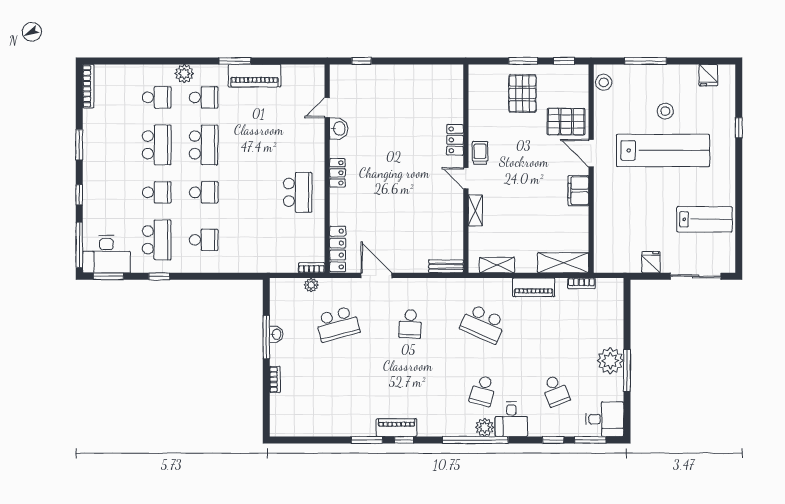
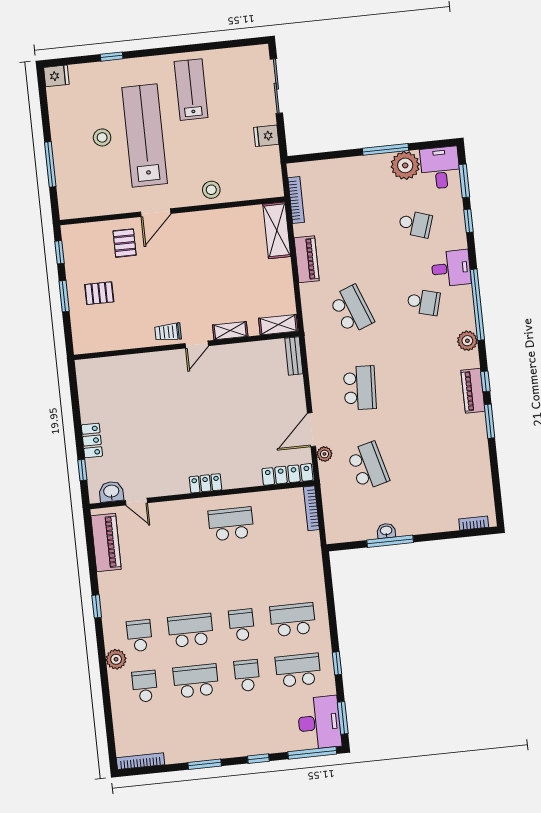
window: (235, 61) -> (97, 606), width x0.67
fridge: (708, 75) -> (56, 76), moved
piano: (255, 76) -> (106, 542), moved
stool: (604, 82) -> (211, 190), moved
pallet: (522, 93) -> (99, 293), width x0.67, depth x0.71
pallet: (566, 122) -> (125, 243), width x0.67, depth x0.71
washbasin: (339, 129) -> (111, 492), moved
locker: (455, 140) -> (92, 440), moved, turned -90
filing cabinet: (578, 191) -> (197, 222), removed
lab bench: (705, 219) -> (191, 90), moved
school desk: (204, 240) -> (293, 620), width x1.85
shelving: (497, 265) -> (278, 325), moved, turned 90
bookcase: (312, 268) -> (311, 508), width x1.56
bookcase: (581, 283) -> (296, 200), width x1.56
plant: (311, 285) -> (324, 454), moved
school desk: (410, 324) -> (360, 388), width x1.85
school desk: (483, 324) -> (352, 310), turned -45
plant: (610, 361) -> (405, 165), moved
bookcase: (275, 379) -> (474, 523), moved
school desk: (556, 391) -> (415, 224), turned 39
plant: (485, 427) -> (467, 341), moved

